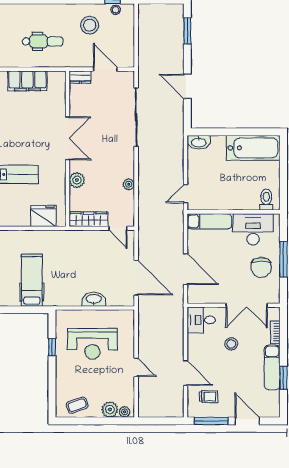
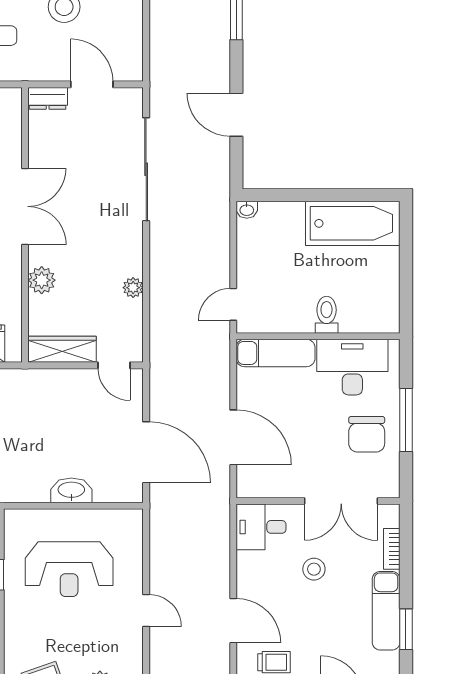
washbasin: (199, 142) -> (247, 210), width x0.52, depth x0.69
toilet: (266, 200) -> (327, 315), moved

